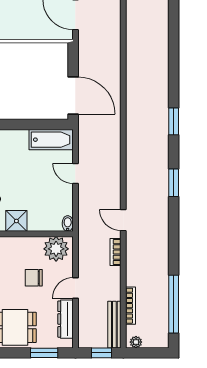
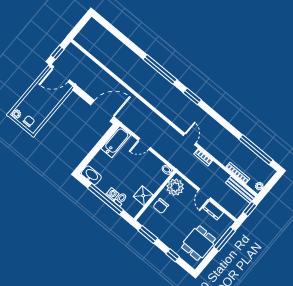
window: (174, 121) -> (160, 69), width x2.11
door: (123, 220) -> (190, 139), swing flipped
chair: (34, 278) -> (161, 206), moved
dresser: (66, 319) -> (213, 210), width x0.70
window: (44, 353) -> (225, 239), width x1.44

